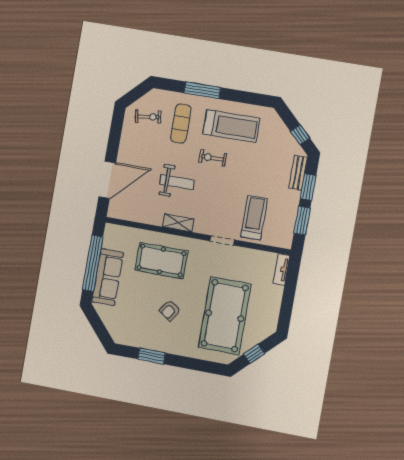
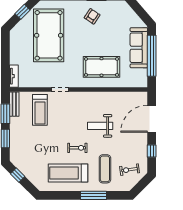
window: (115, 137) -> (152, 151), added
bench: (298, 173) -> (14, 104), moved
shelving: (178, 223) -> (94, 96), removed
armchair: (170, 310) -> (92, 16), moved

